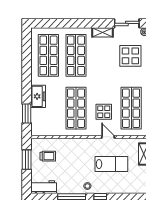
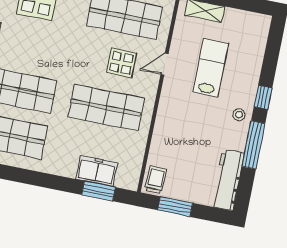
freezer: (38, 96) -> (97, 171), moved
trolley: (48, 156) -> (156, 180), moved
workbench: (44, 187) -> (228, 180), width x1.38

